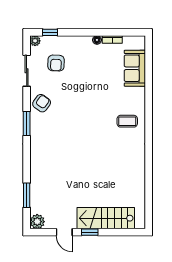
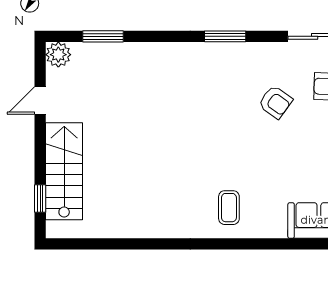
armchair: (42, 103) -> (275, 102), moved
window: (90, 232) -> (40, 198), moved

